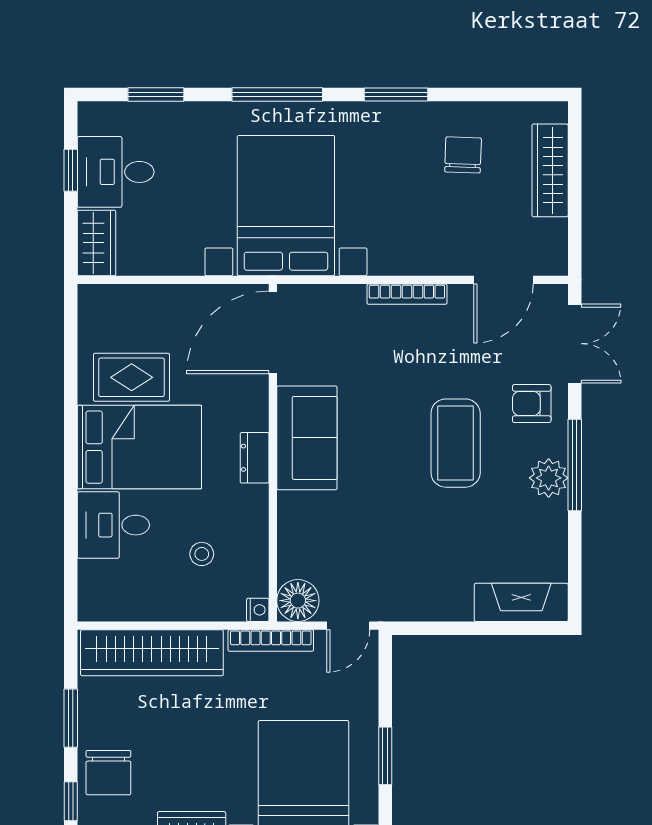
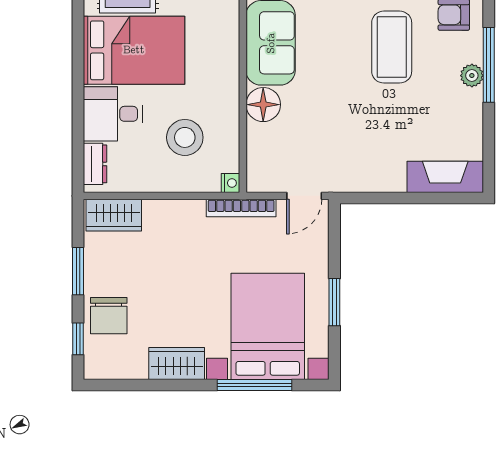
dresser: (255, 458) -> (95, 164), moved, turned 180
plant: (549, 478) -> (472, 76), width x0.73, depth x0.73
stool: (202, 554) -> (185, 137), width x1.89, depth x1.89
floor lamp: (298, 601) -> (263, 105), moved
wardrobe: (152, 653) -> (114, 215), width x0.48, depth x0.85

